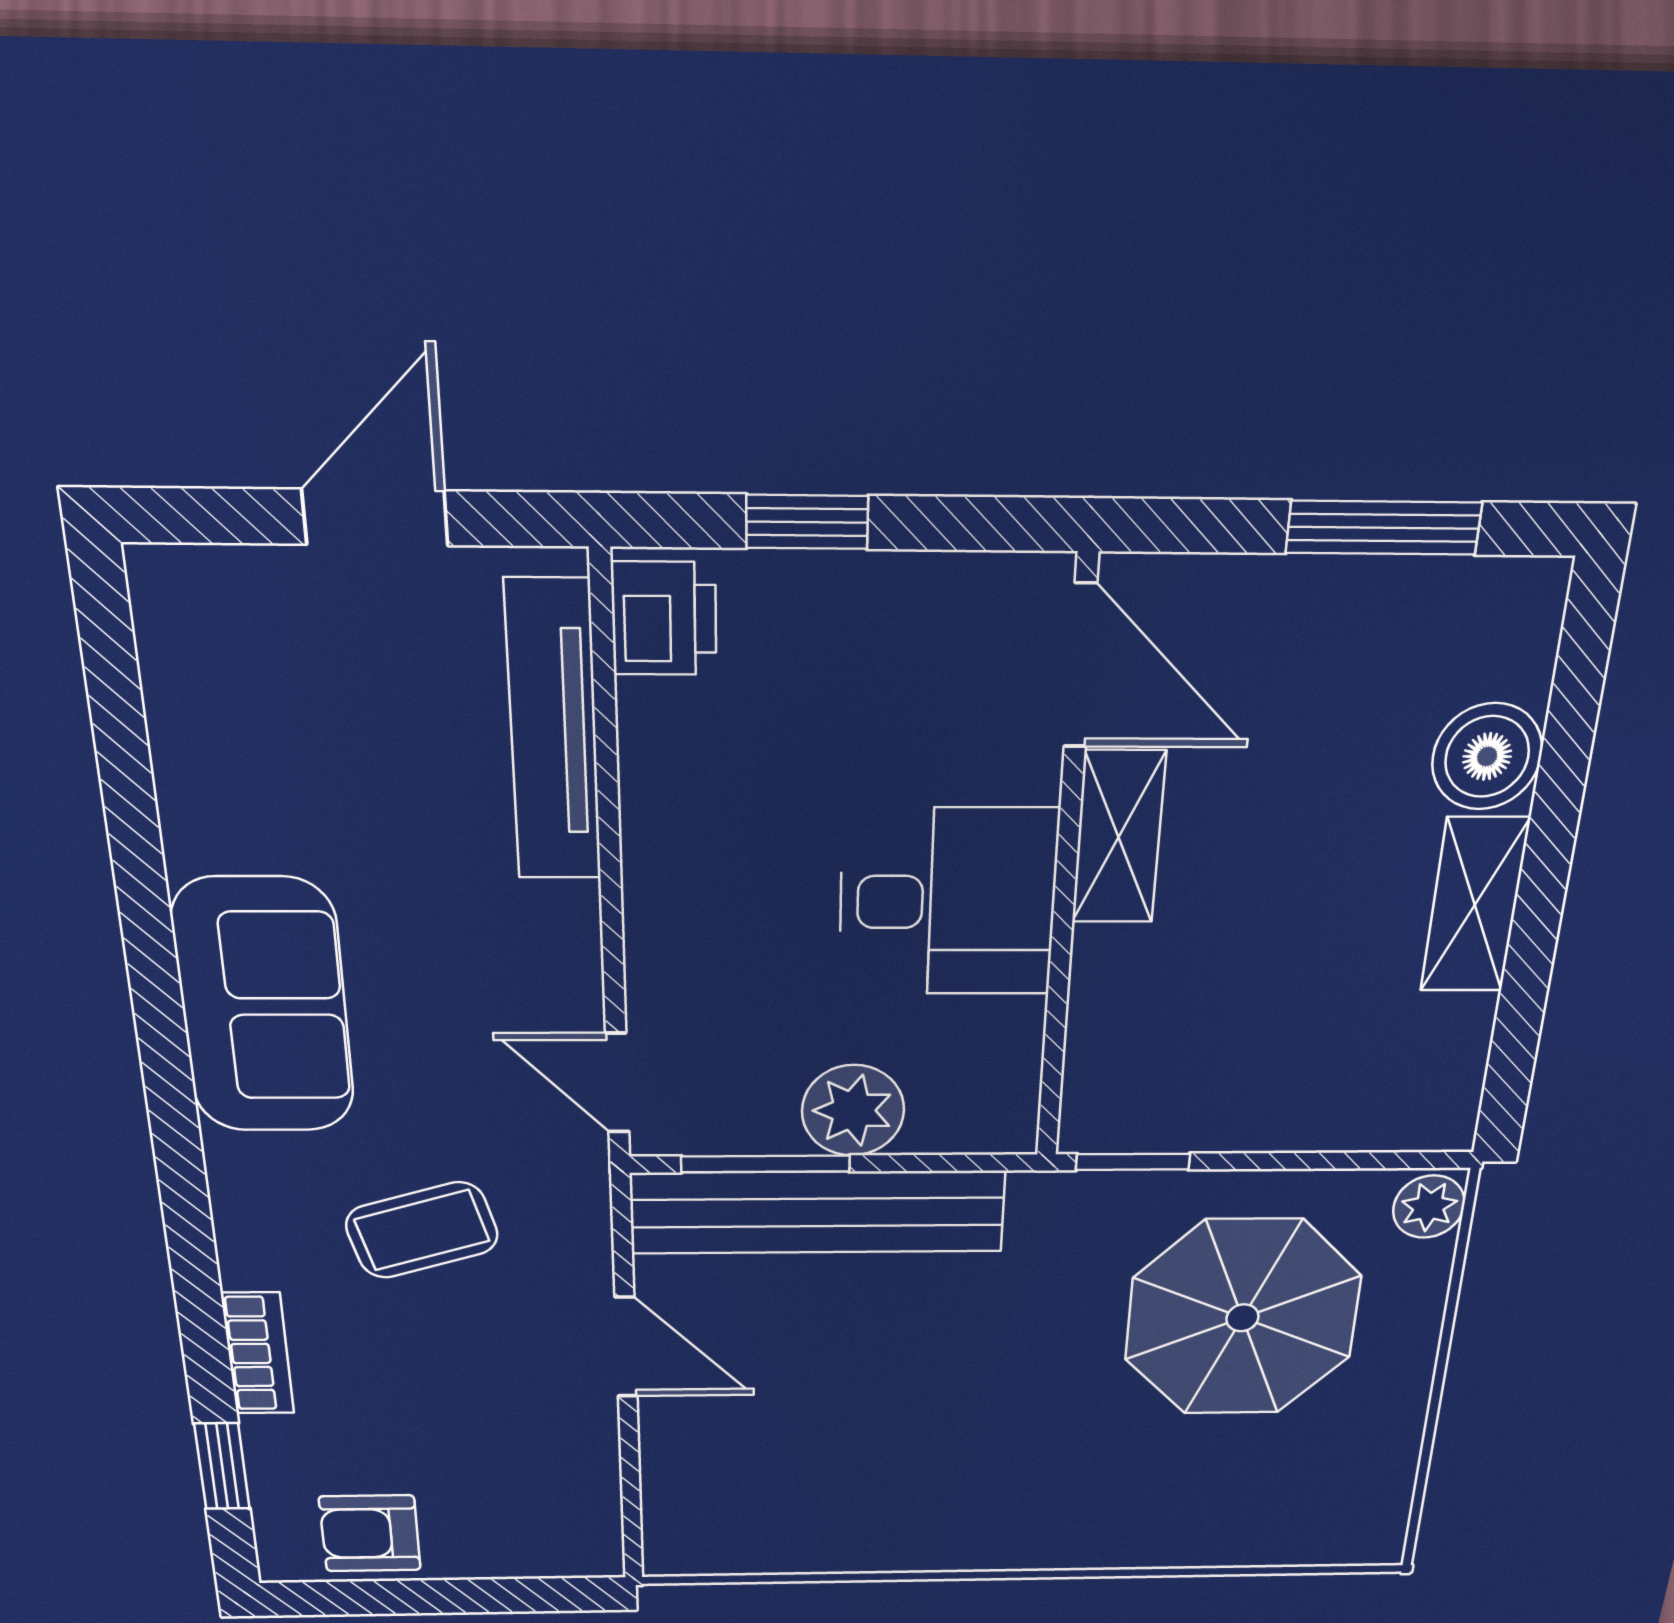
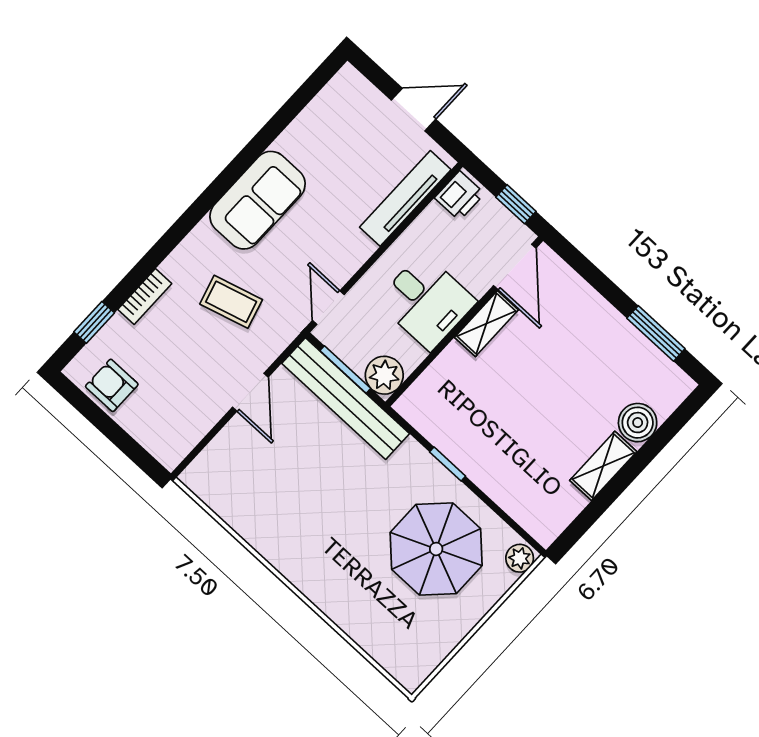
door: (1080, 666) -> (515, 267), moved
shelving: (1118, 837) -> (486, 324), moved
wall: (1066, 873) -> (464, 321), moved
desk: (948, 902) -> (426, 301), moved

